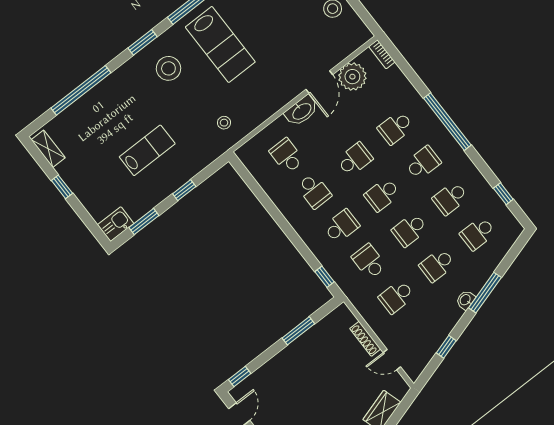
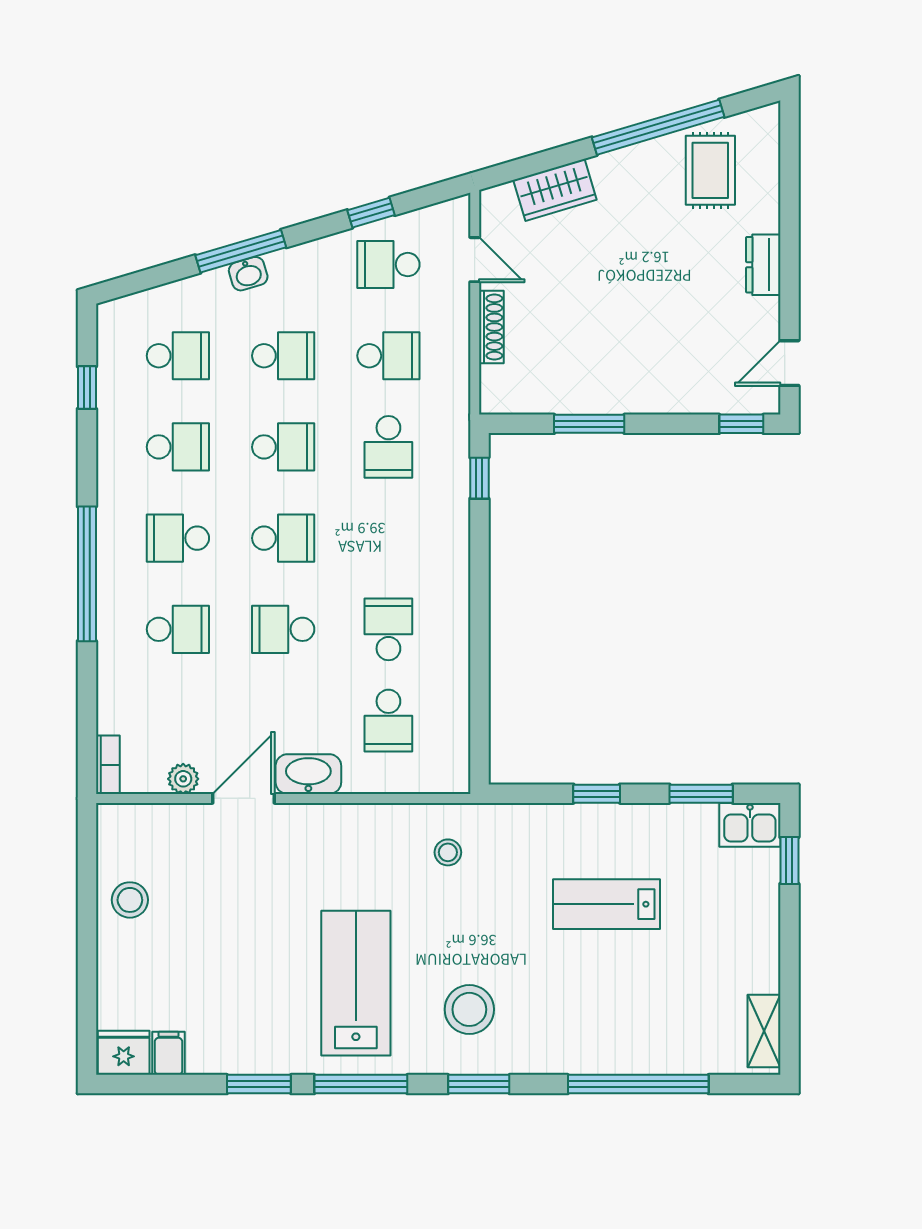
plant: (352, 77) -> (183, 779), width x0.53, depth x0.53
window: (62, 187) -> (789, 860), moved
school desk: (342, 226) -> (388, 265), moved
washbasin: (465, 300) -> (248, 274), moved

